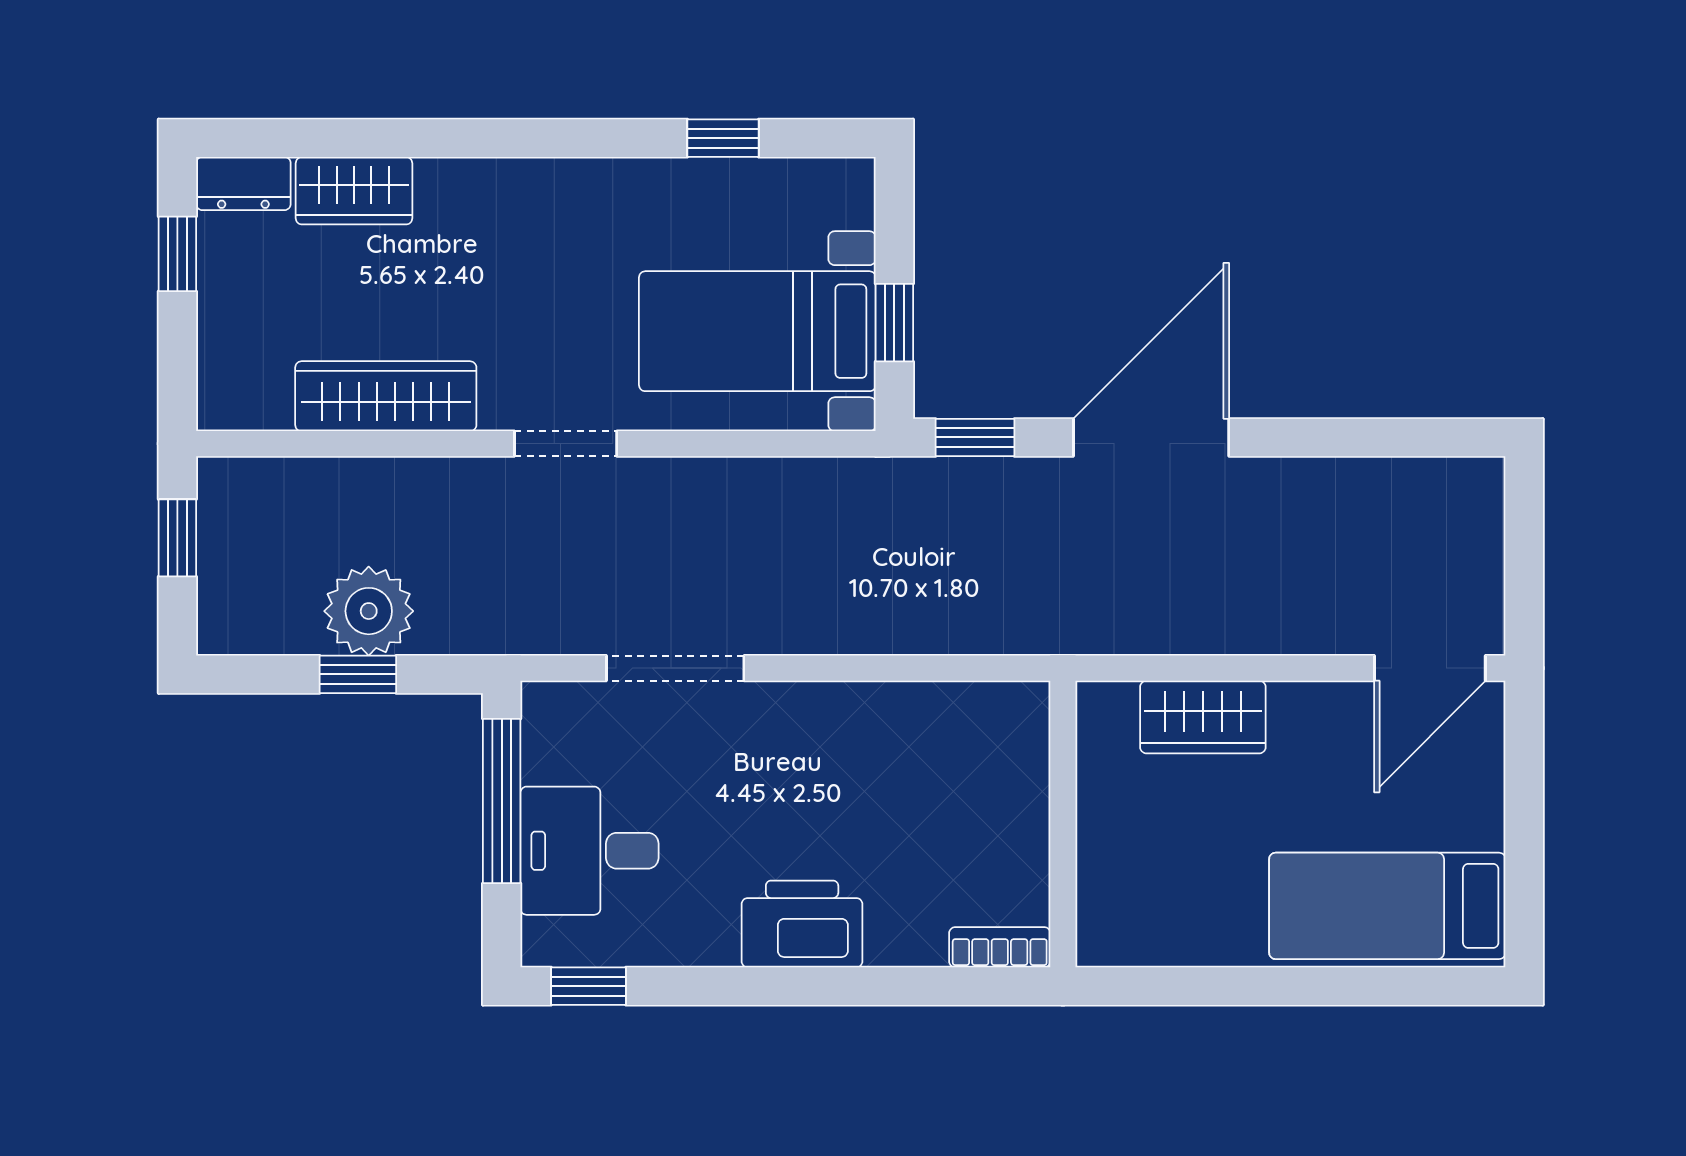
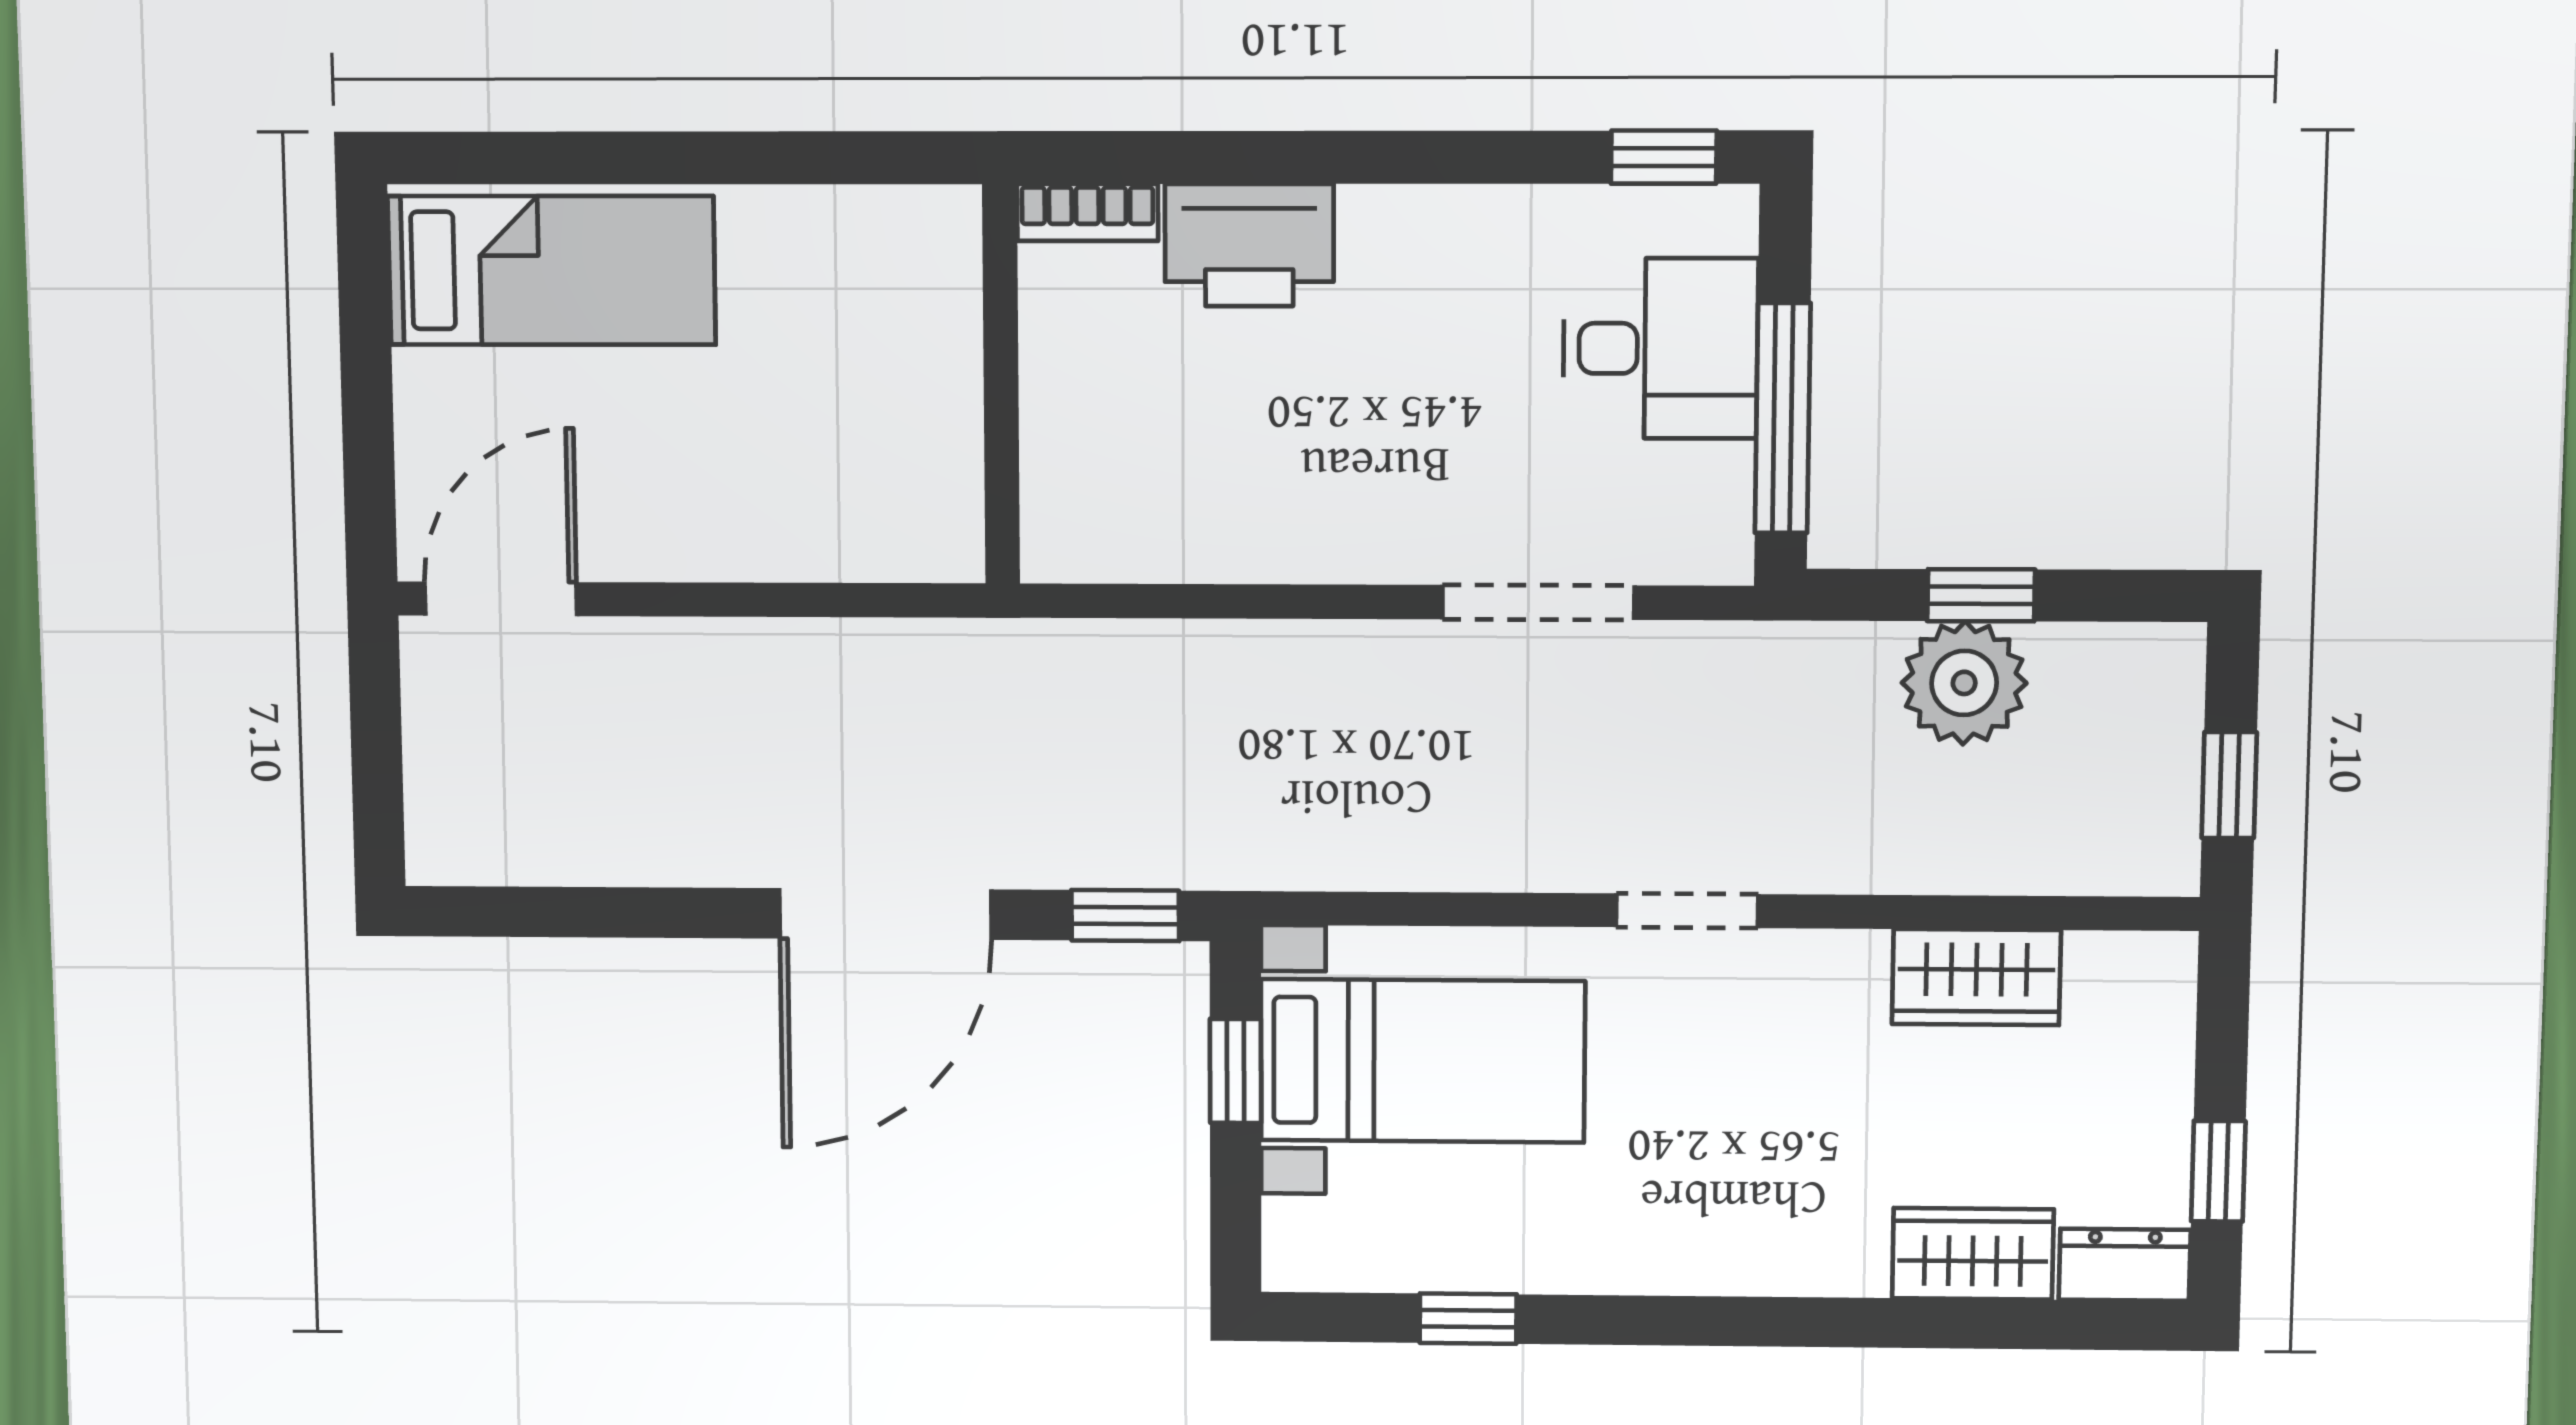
wardrobe: (386, 396) -> (1976, 977), width x0.67
wardrobe: (1203, 717) -> (810, 533), removed
printer: (802, 924) -> (1249, 245), moved

